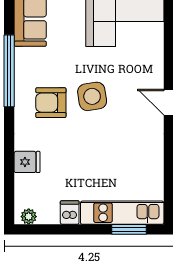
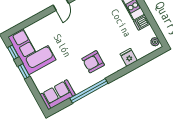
side table: (92, 96) -> (79, 43), removed
armchair: (51, 103) -> (93, 62), turned 90

